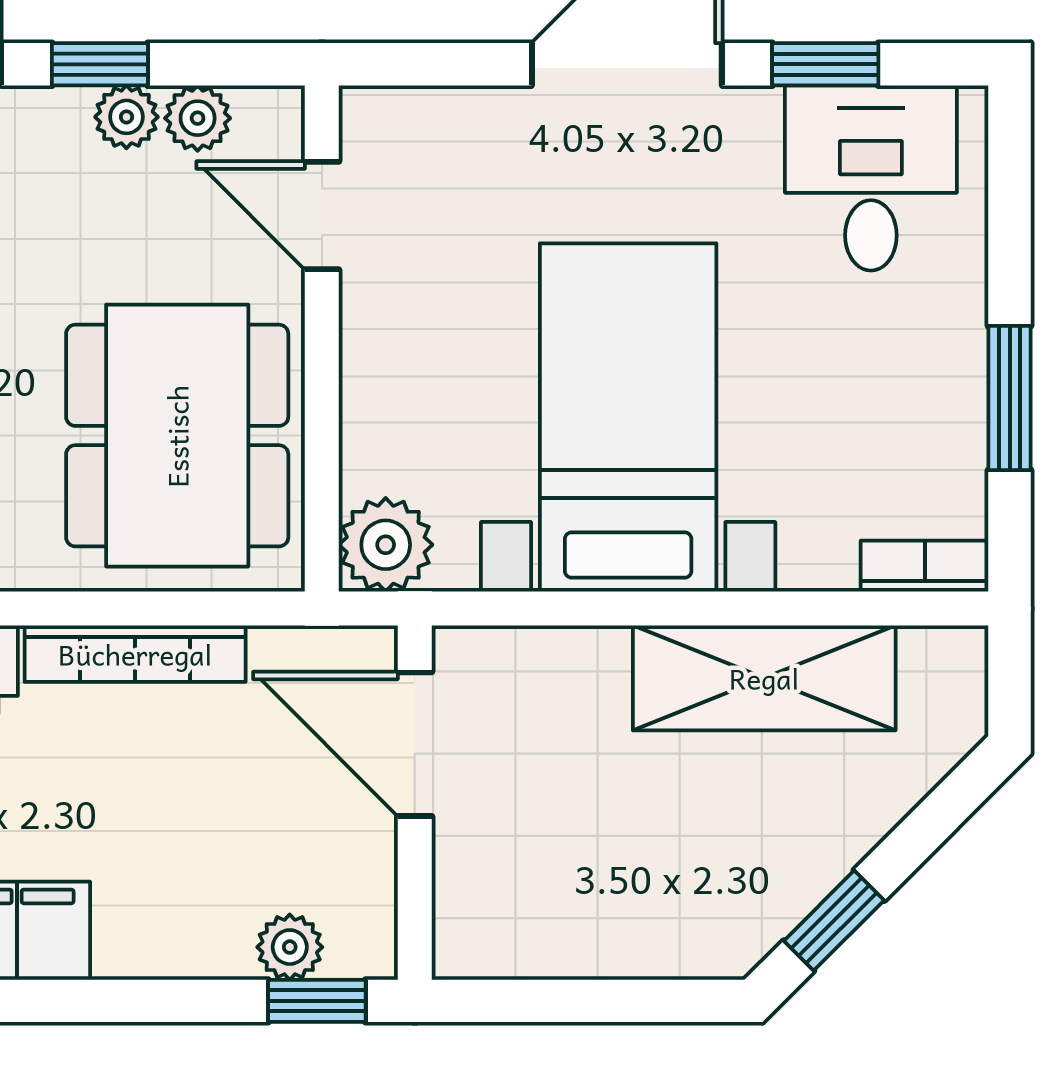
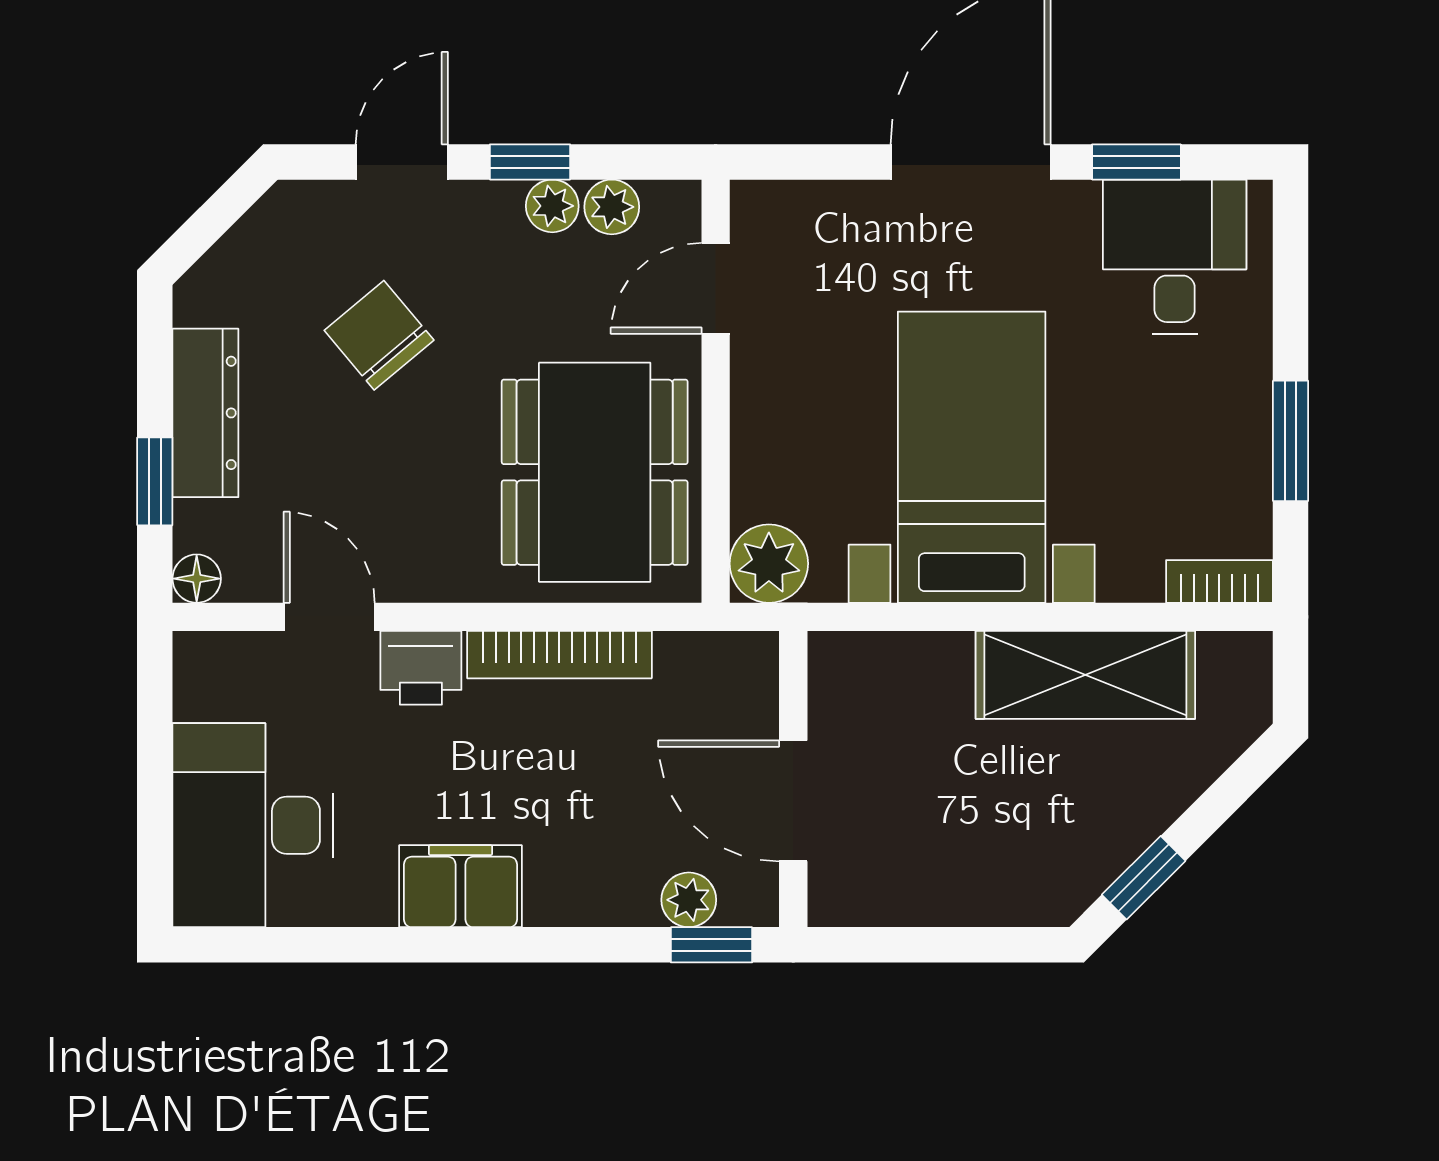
door: (322, 216) -> (716, 288), hinge flipped
door: (415, 744) -> (793, 801), moved

